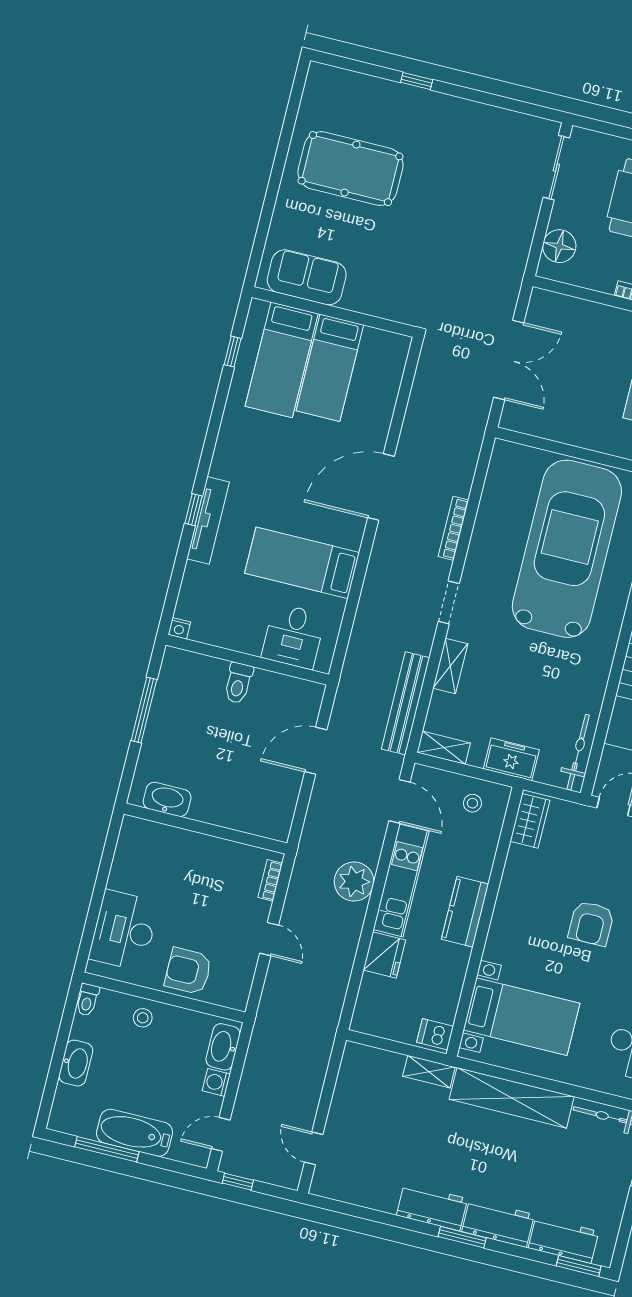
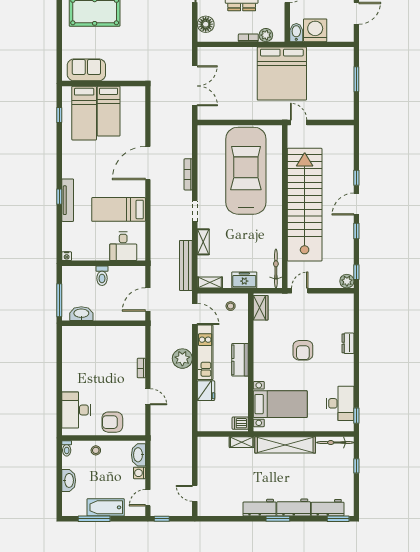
washbasin: (167, 799) -> (81, 314), moved
wall: (206, 829) -> (104, 323), moved

